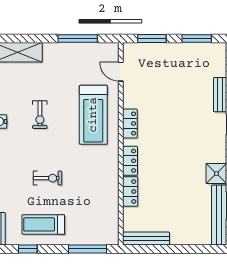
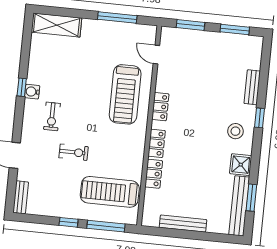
exercise bike: (40, 115) -> (52, 116), moved
stool: (208, 140) -> (235, 131), added
treadmill: (43, 224) -> (110, 192), moved, width x1.37, depth x1.38
bench: (146, 239) -> (183, 224), moved
window: (28, 249) -> (69, 222), moved

